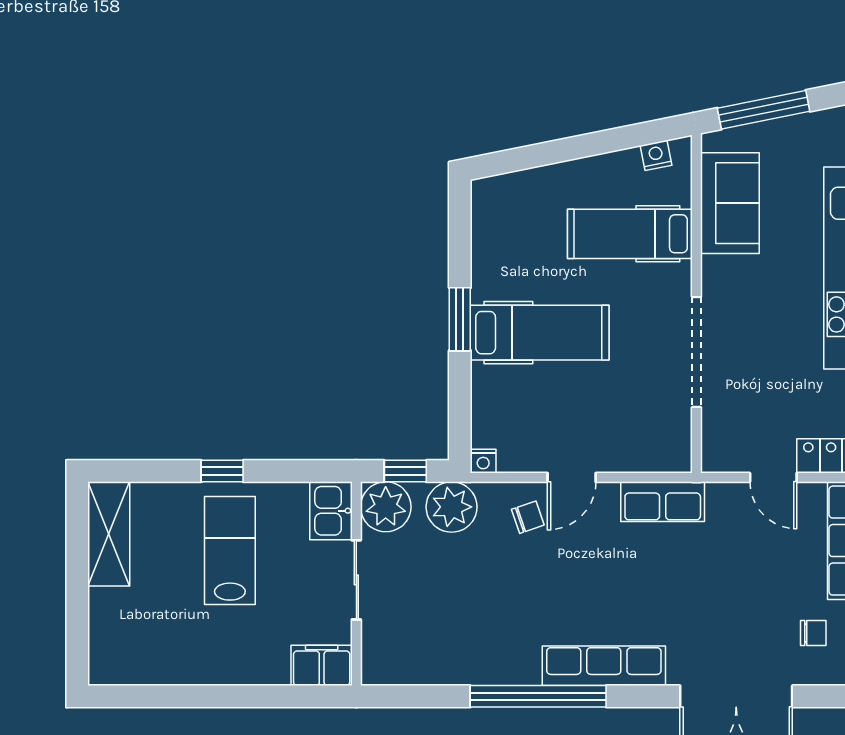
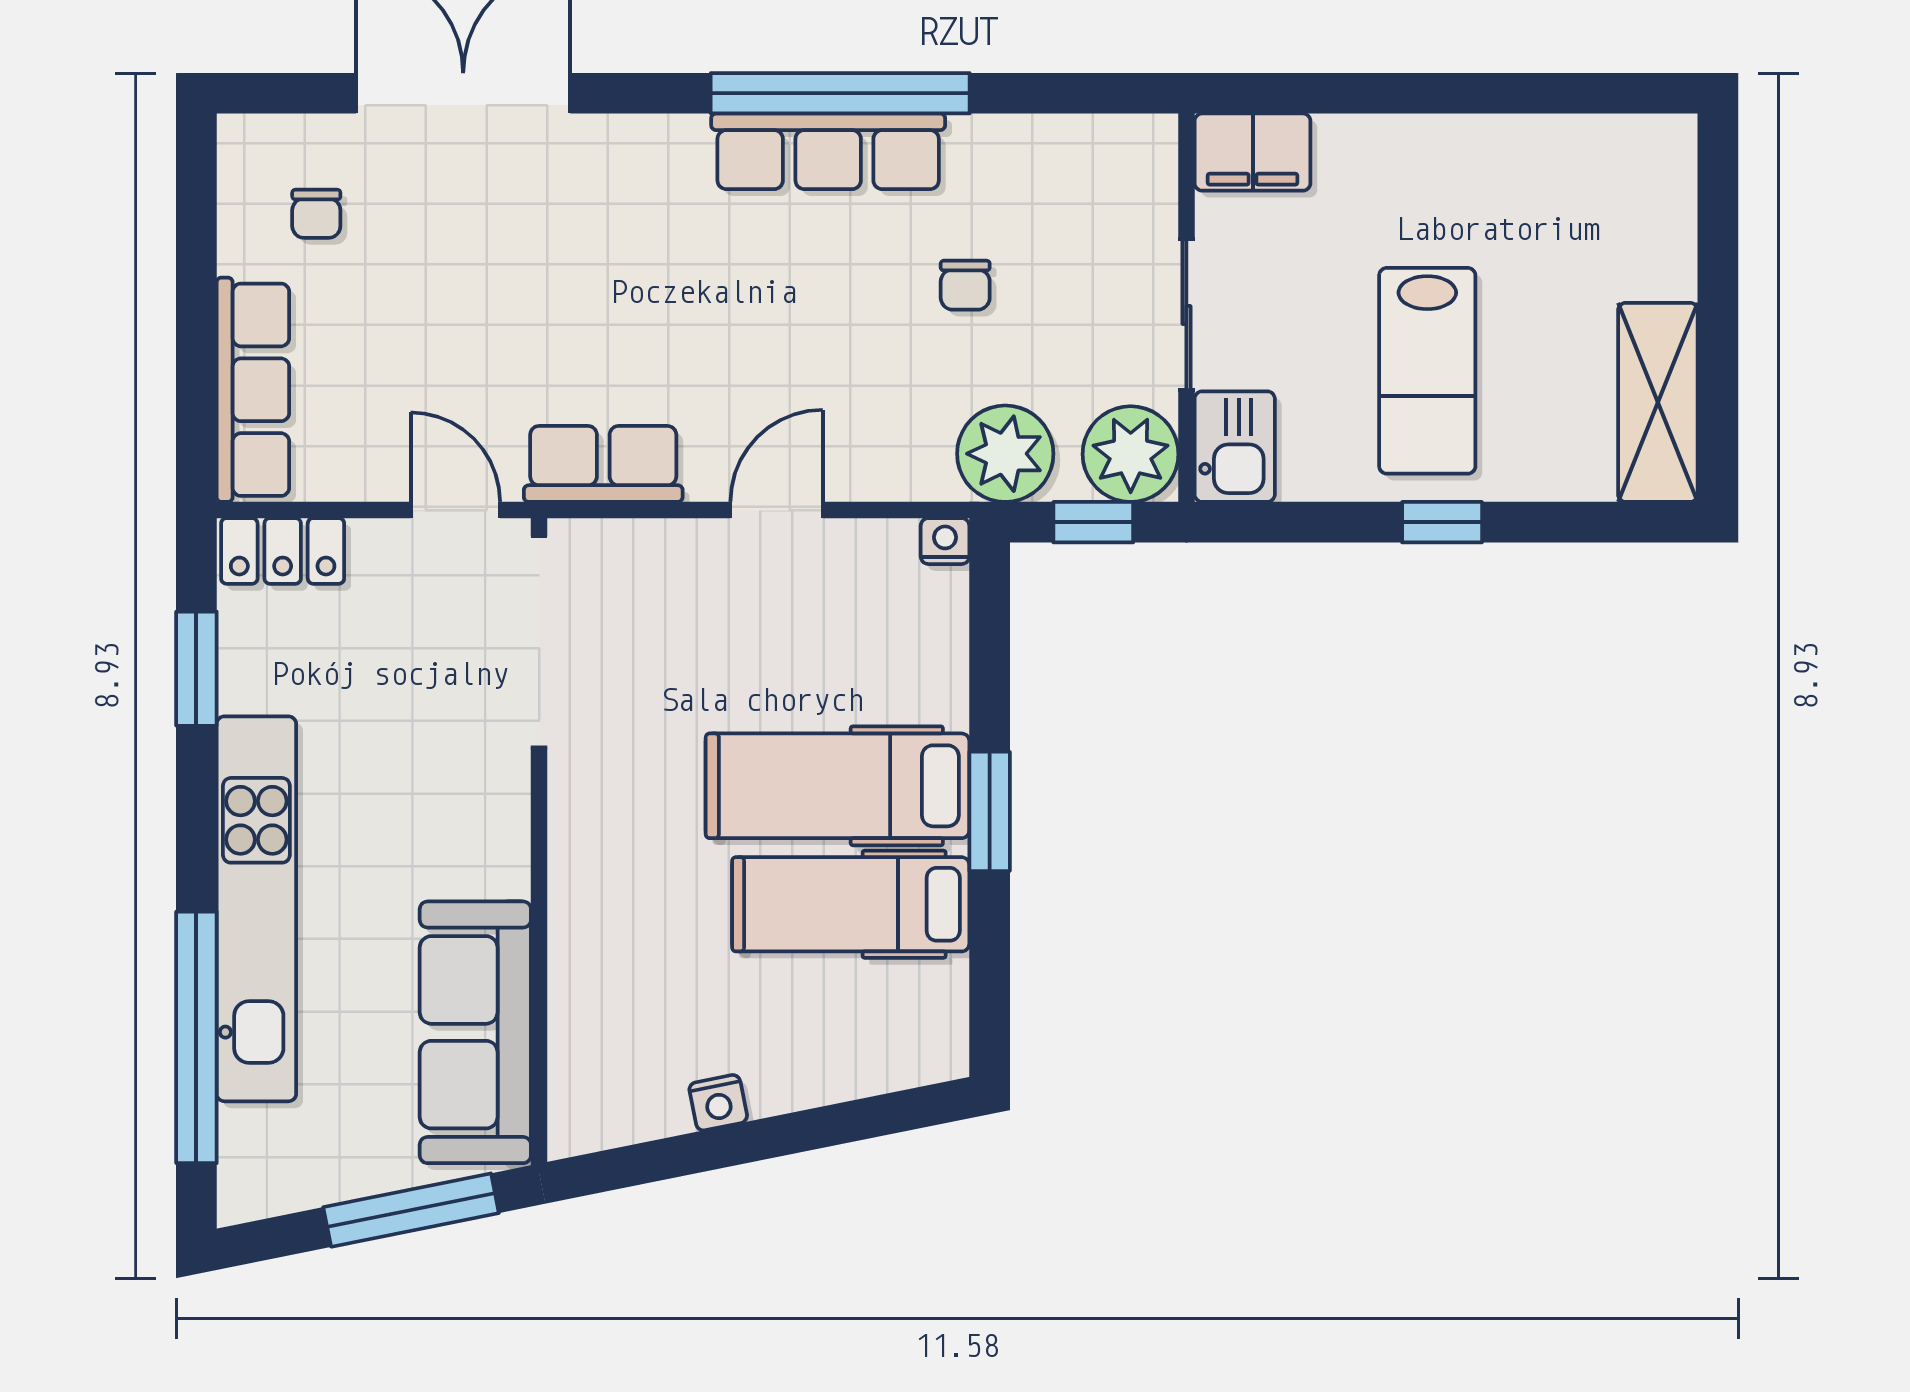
nightstand: (656, 155) -> (718, 1103), moved
sofa: (730, 203) -> (475, 1032), width x1.36
hospital bed: (630, 234) -> (851, 904), moved, turned 180
doorway: (696, 352) -> (539, 642), moved
door: (773, 477) -> (455, 510), moved
chair: (528, 517) -> (965, 285), moved, turned -71
chair: (813, 633) -> (316, 214), turned -90
row of seats: (604, 666) -> (828, 151), moved

